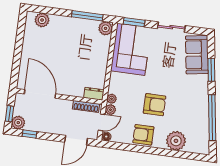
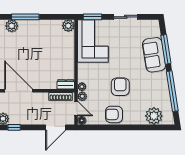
window: (87, 16) -> (25, 17), moved
sofa: (197, 55) -> (154, 55), moved
window: (211, 70) -> (166, 49), width x1.44
armchair: (155, 105) -> (120, 87), turned -90
door: (102, 122) -> (76, 109), hinge flipped
plant: (176, 141) -> (154, 116), moved

